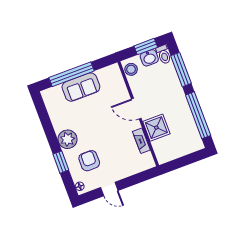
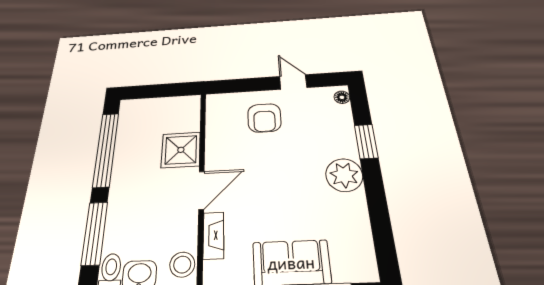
door: (136, 109) -> (201, 190), hinge flipped
fireplace: (141, 141) -> (213, 235), moved
armchair: (89, 161) -> (264, 118), moved

